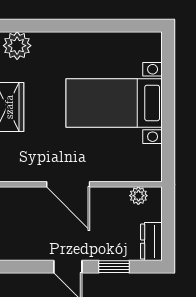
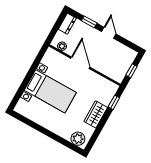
door: (68, 184) -> (80, 63), moved

